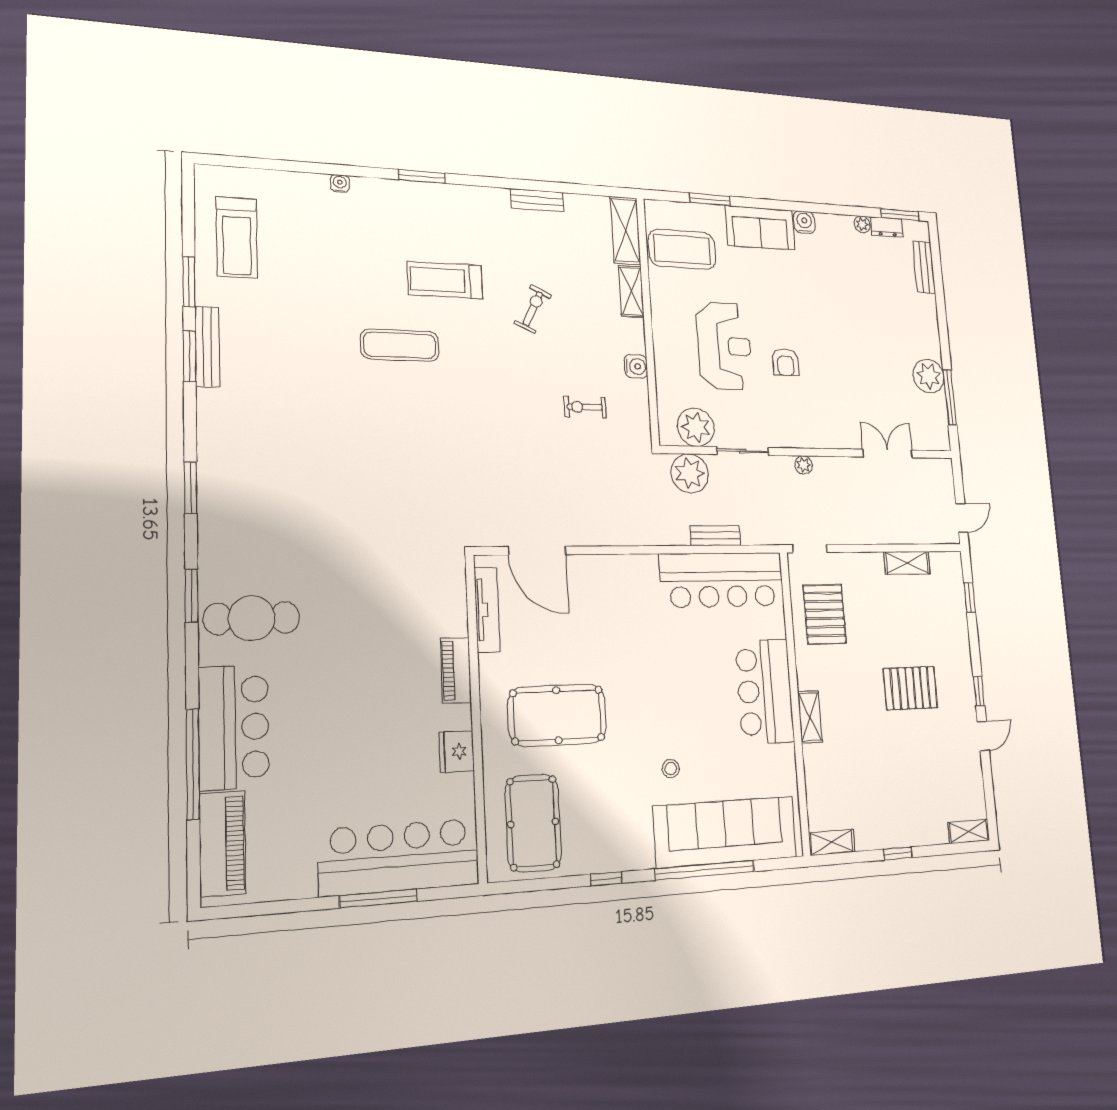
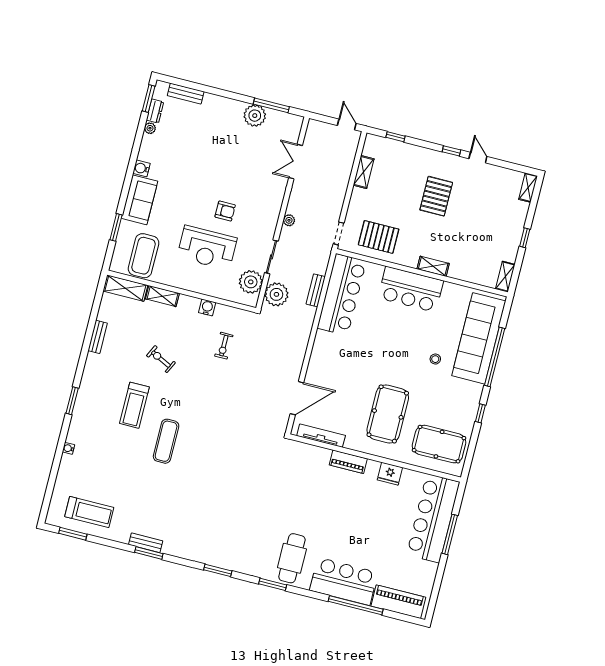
window: (189, 282) -> (73, 534), moved
reception desk: (724, 346) -> (207, 248), turned 180
bench: (207, 347) -> (146, 543), width x0.73

